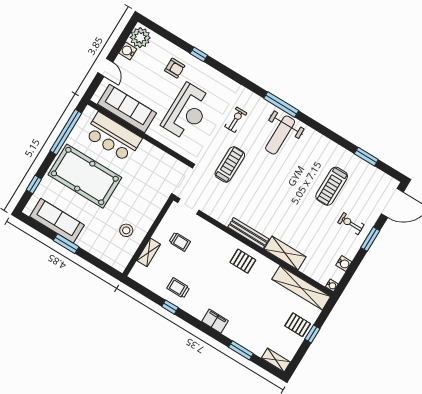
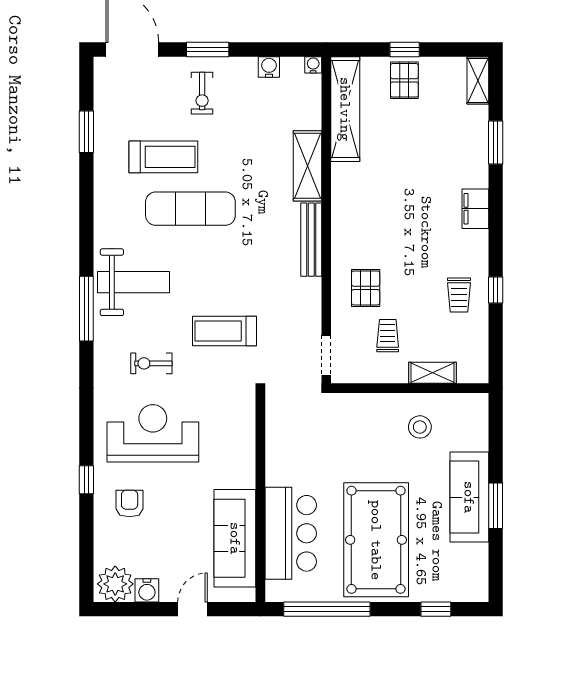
reception desk: (187, 112) -> (153, 433), moved
exercise mat: (299, 184) -> (190, 209), added
sofa: (57, 221) -> (469, 497), moved
pallet: (243, 261) -> (366, 288), moved

